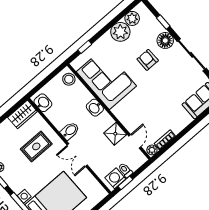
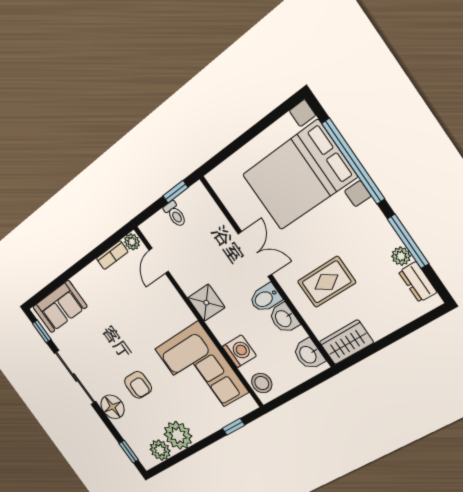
window: (163, 22) -> (129, 452), moved
washbasin: (95, 108) -> (284, 318), moved, turned 180
shower: (115, 134) -> (206, 303), moved
washing machine: (115, 178) -> (239, 351), moved, turned -90

